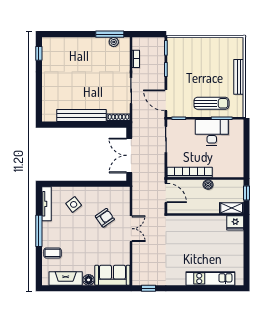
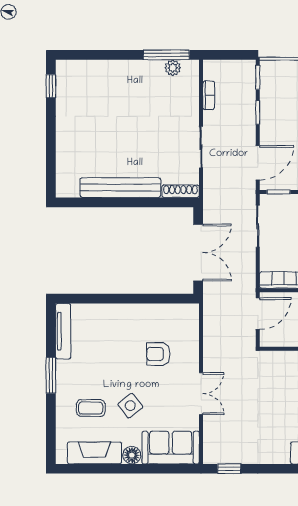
door: (166, 100) -> (258, 163), swing flipped
double door: (129, 155) -> (198, 253), swing flipped
door: (166, 193) -> (258, 314), hinge flipped
side table: (74, 204) -> (130, 406), moved
armchair: (105, 218) -> (158, 354), turned -145
double door: (131, 229) -> (201, 394), moved
window: (39, 231) -> (51, 375), width x0.69
coffee table: (53, 253) -> (91, 408), moved

